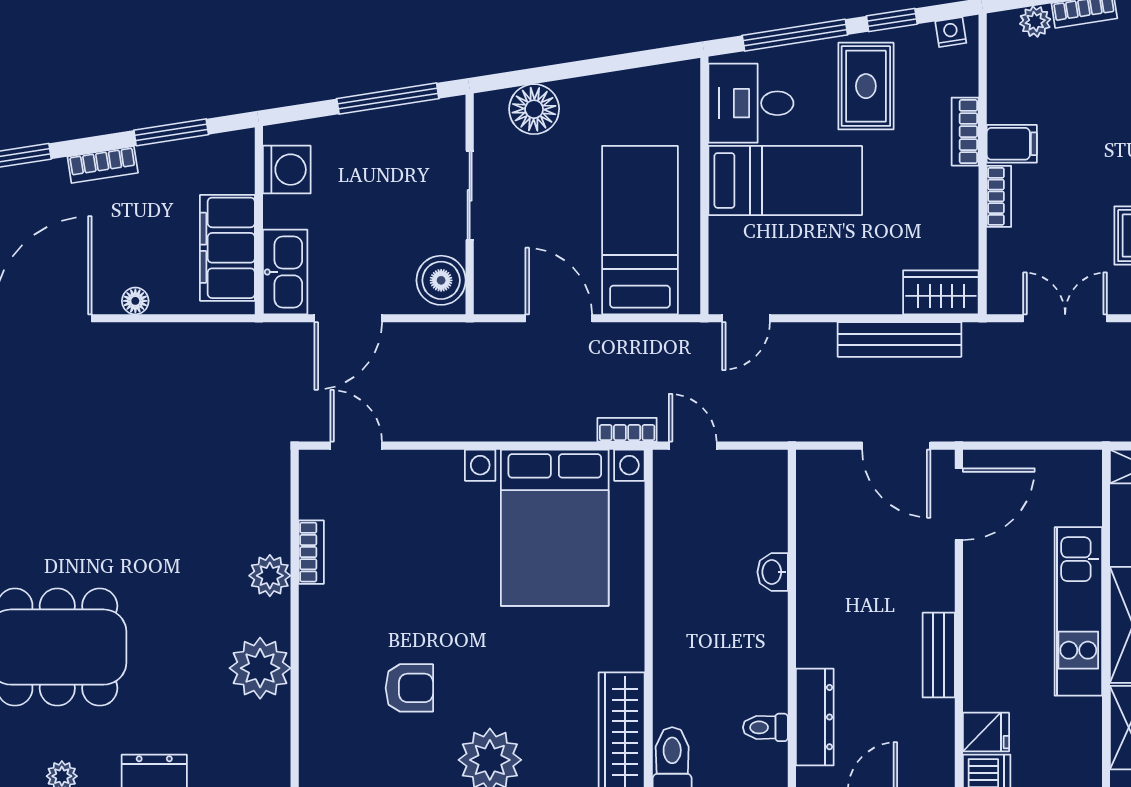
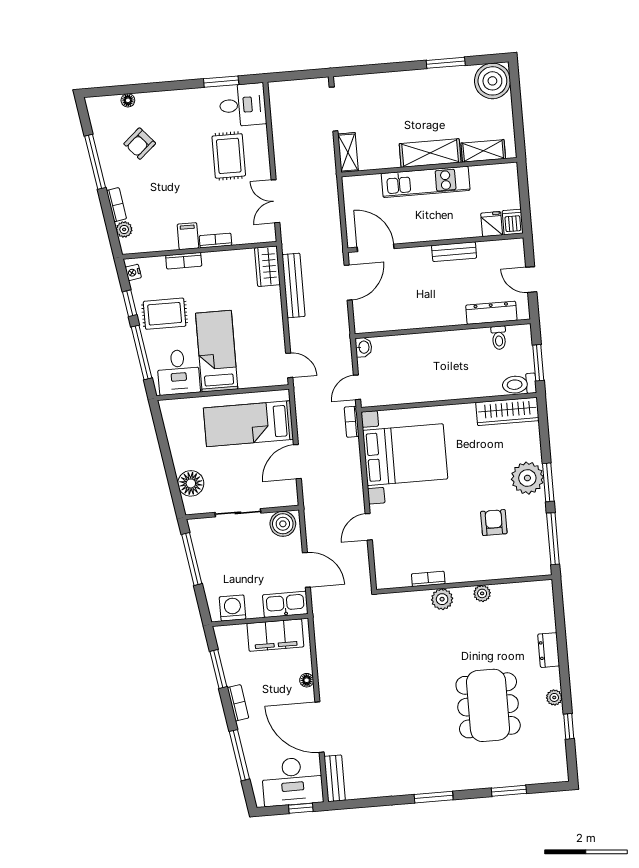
door: (356, 446) -> (369, 527), moved
washbasin: (773, 572) -> (363, 347), moved, turned -90
plant: (260, 668) -> (482, 593), width x0.53, depth x0.53

